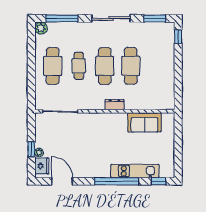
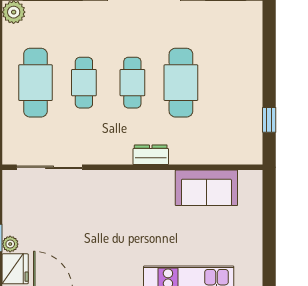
window: (178, 37) -> (269, 120), moved
cafe table: (105, 66) -> (132, 83), width x0.73, depth x0.74

